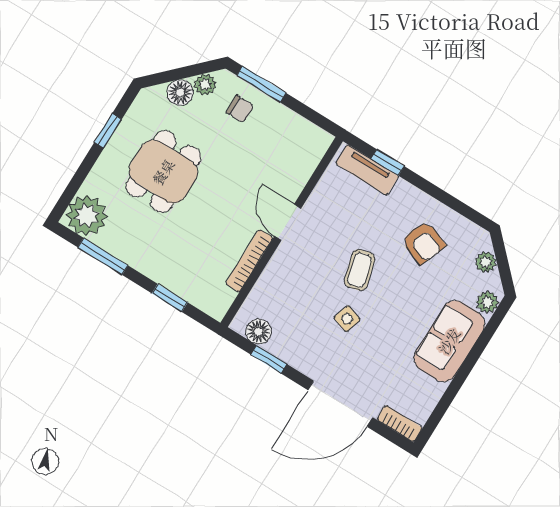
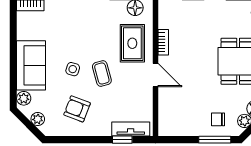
bookcase: (249, 261) -> (163, 42), width x0.64
rug: (292, 285) -> (132, 43), added
side table: (347, 319) -> (73, 69), moved

